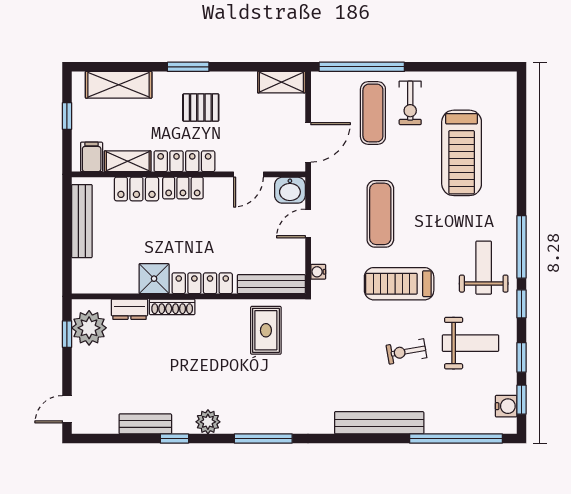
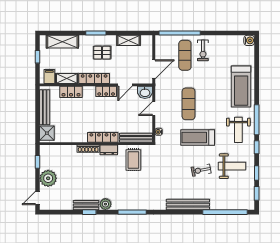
shelving: (281, 82) -> (128, 40), moved
treadmill: (462, 153) -> (241, 86), moved
locker: (183, 188) -> (106, 91), moved
weight bench: (484, 268) -> (238, 130), turned 180
shower: (154, 279) -> (47, 133), moved
dresser: (129, 309) -> (109, 150), moved
plant: (89, 328) -> (48, 178), moved
water cooler: (506, 406) -> (249, 40), moved
bench: (145, 424) -> (86, 205), moved

